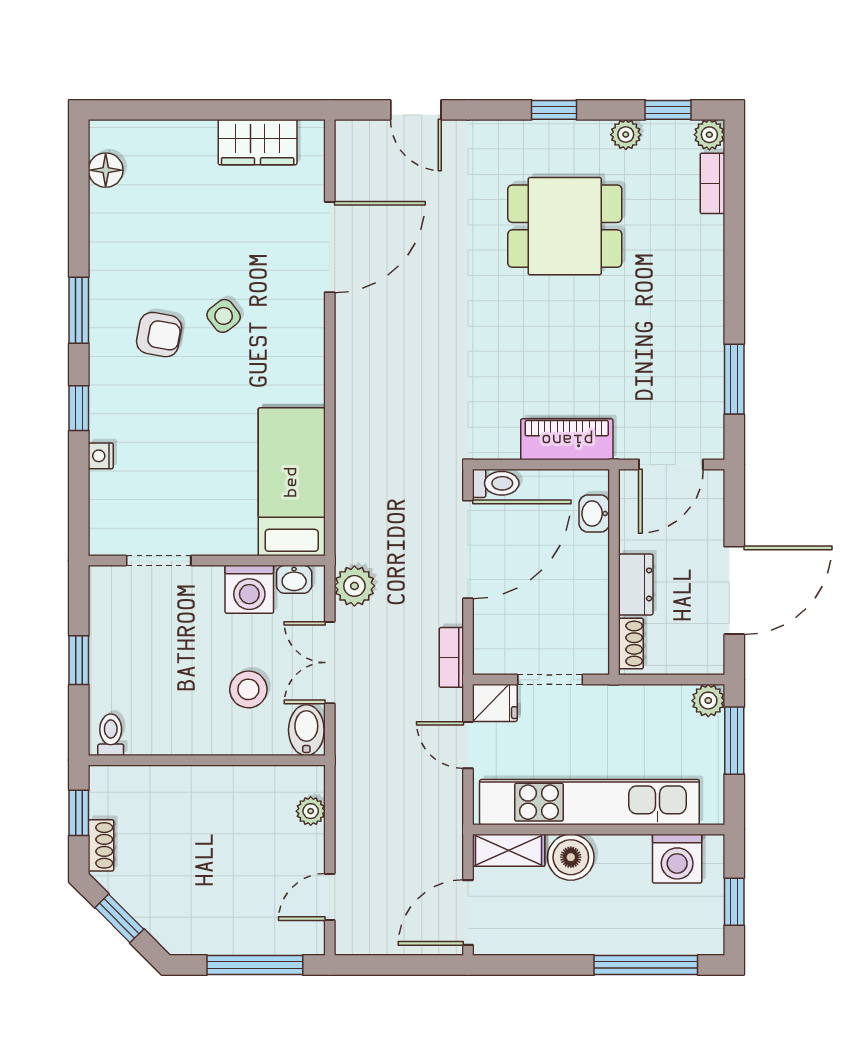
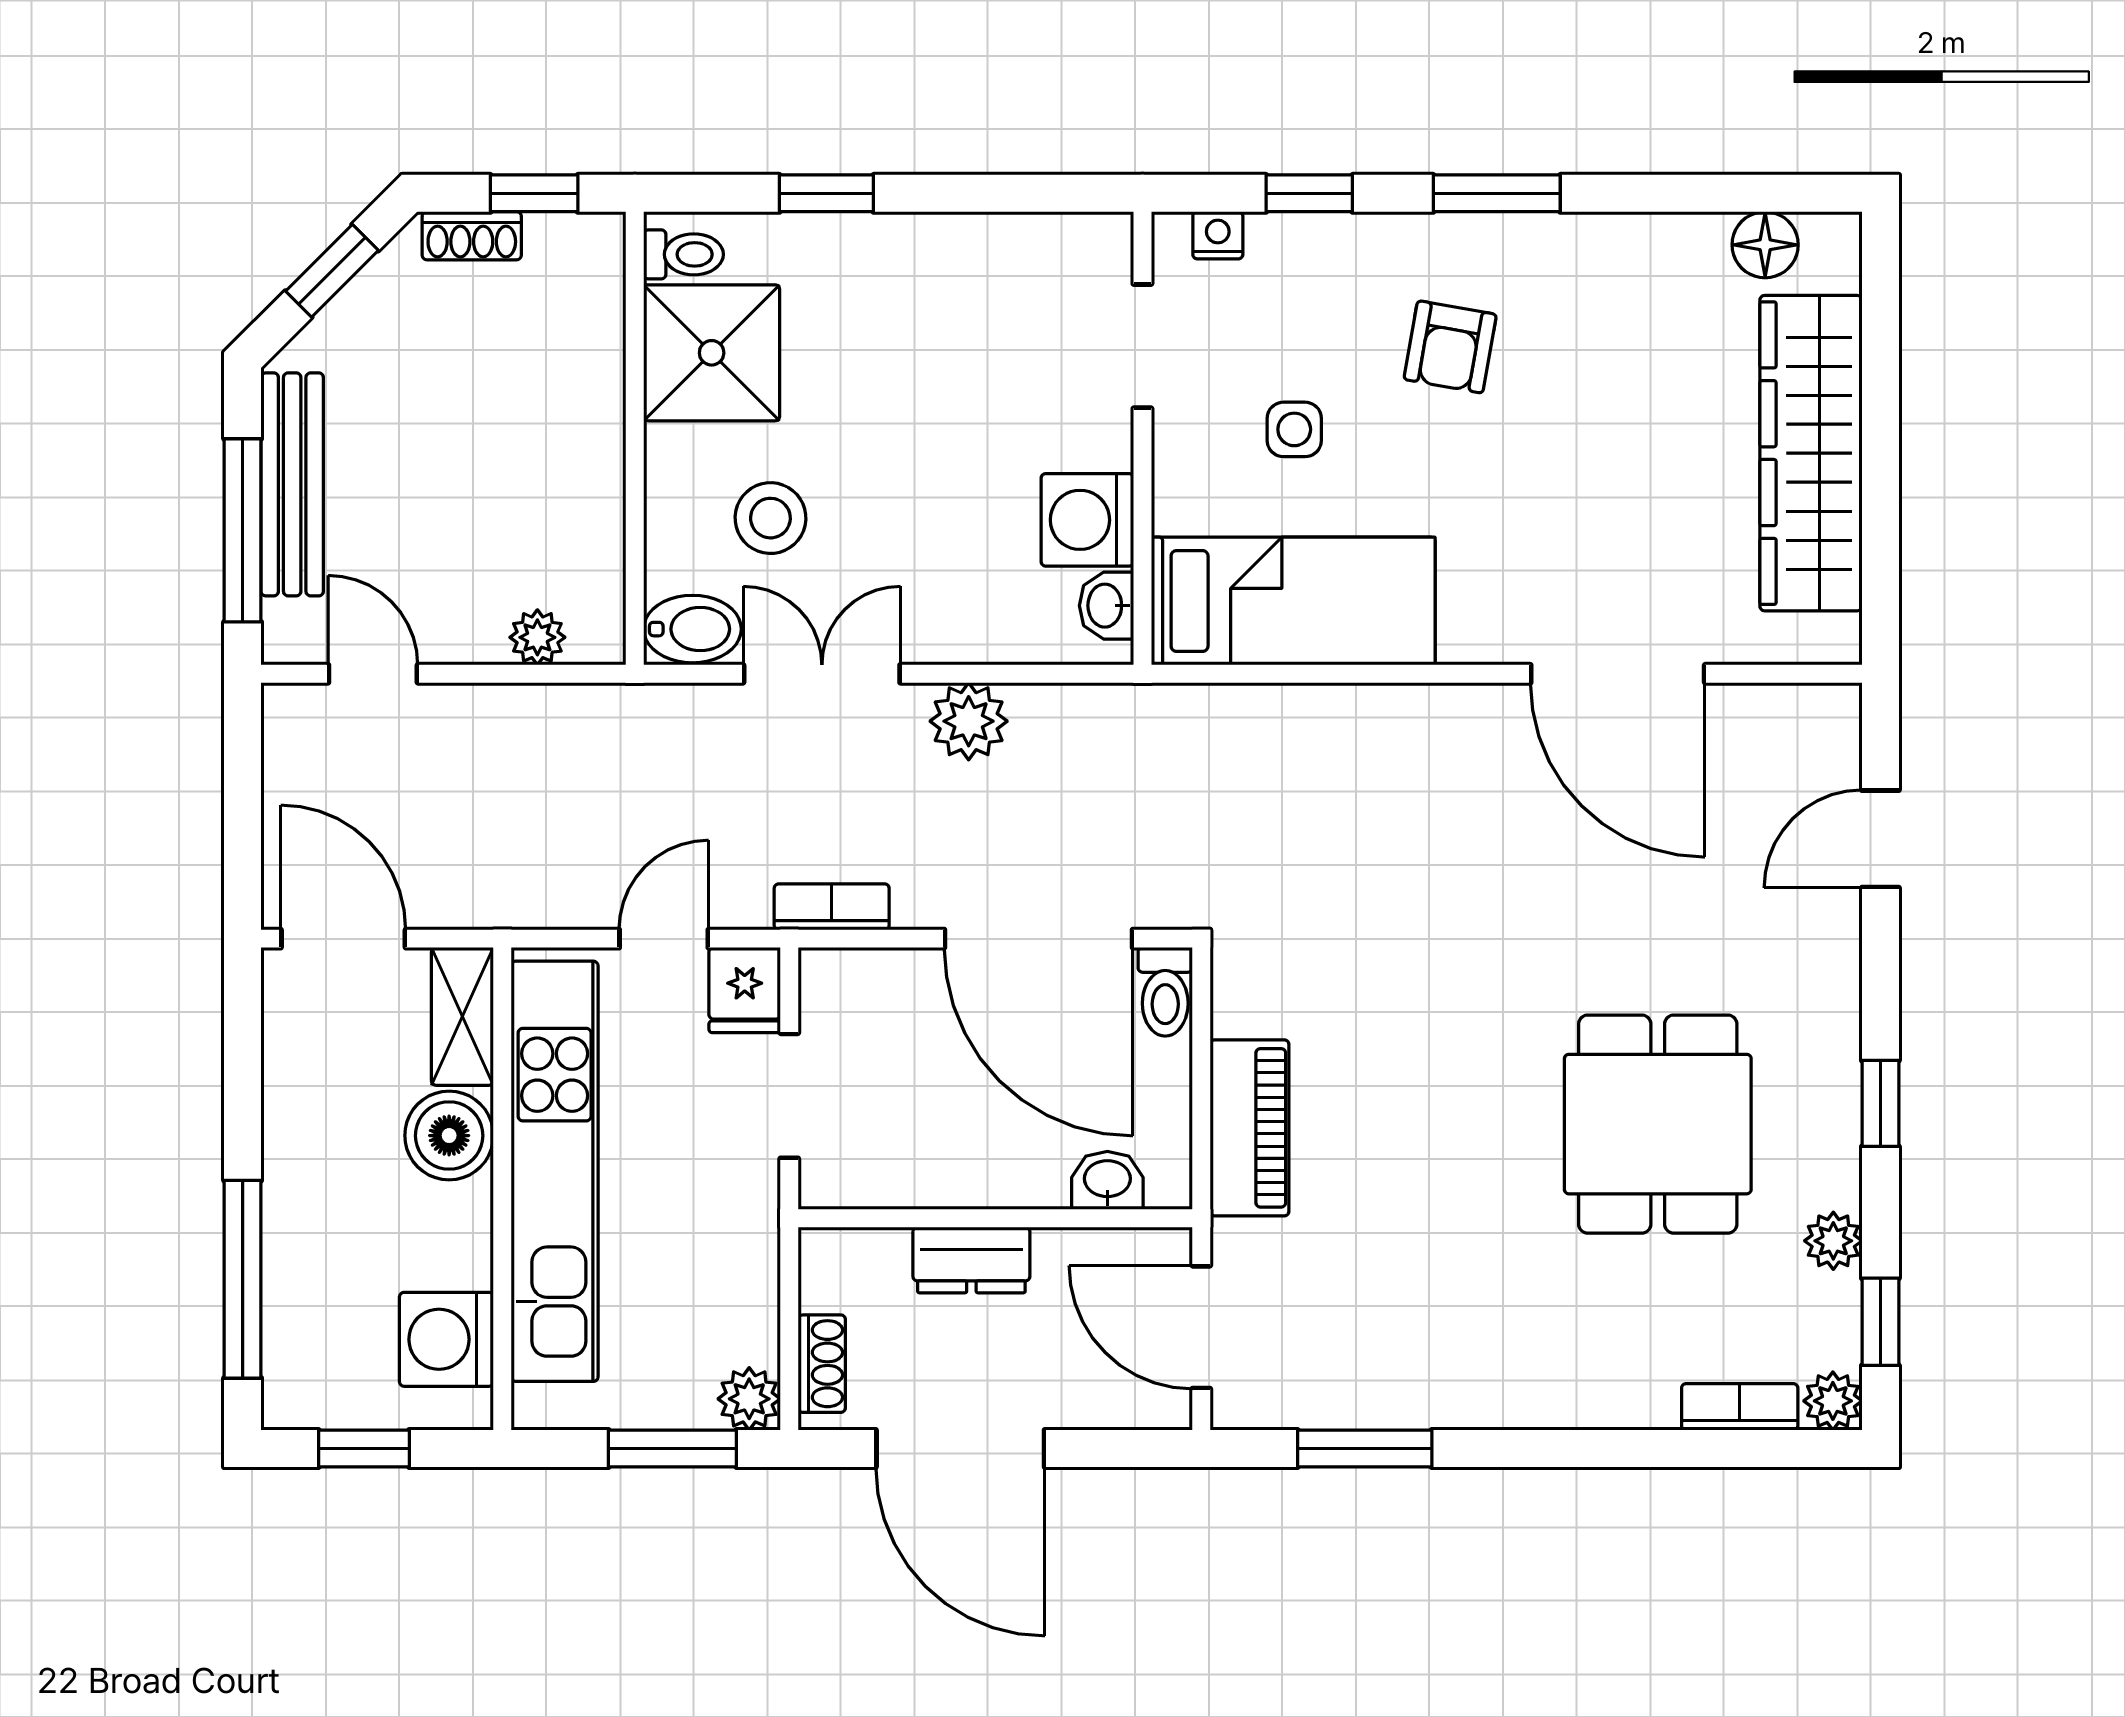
wardrobe: (258, 142) -> (1811, 453), width x2.10, depth x1.17
side table: (224, 316) -> (1294, 429), moved, turned 38
bed: (292, 482) -> (1293, 601), moved
doorway: (159, 561) -> (1142, 346), moved
wall: (207, 561) -> (1142, 438), moved
washbasin: (294, 579) -> (1106, 606), moved
washing machine: (249, 589) -> (1087, 520), moved
shoe rack: (631, 644) -> (822, 1364), moved, turned -90
shower: (162, 720) -> (712, 353), added
bench: (231, 939) -> (292, 484), added

